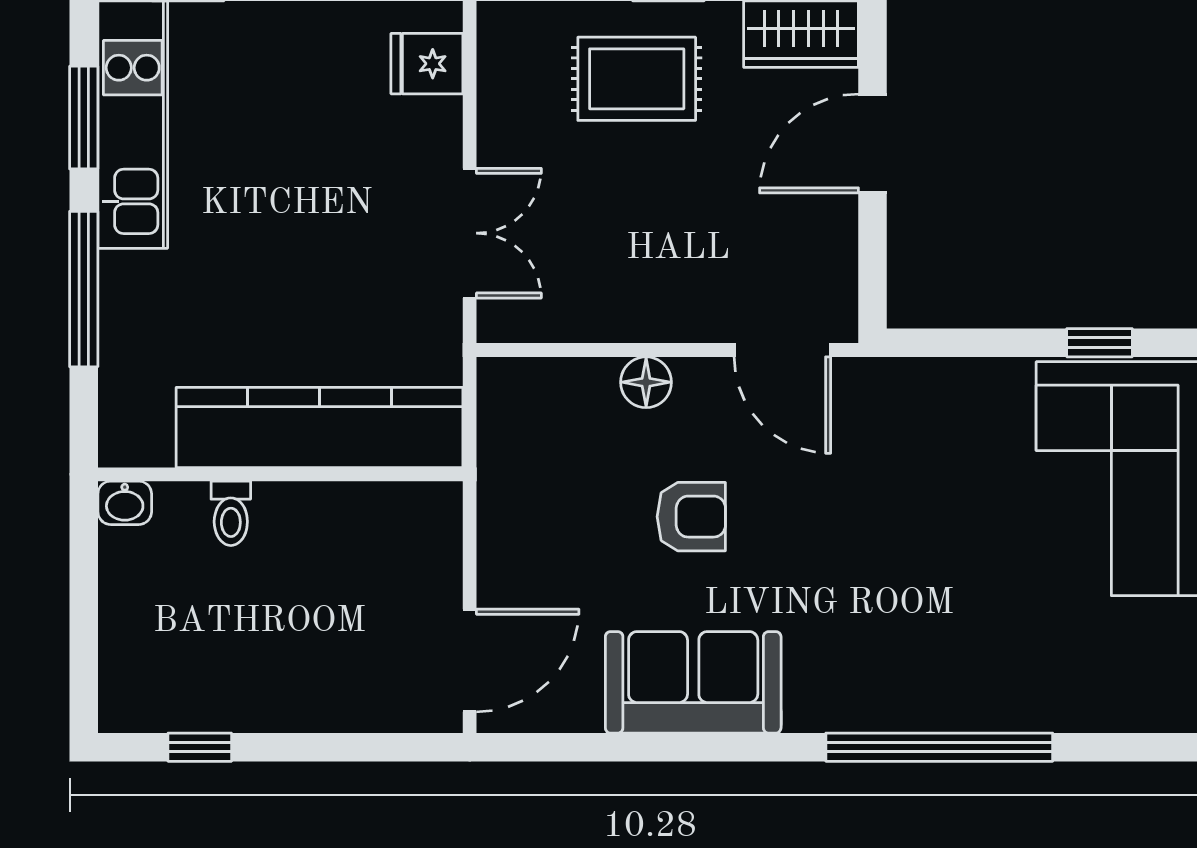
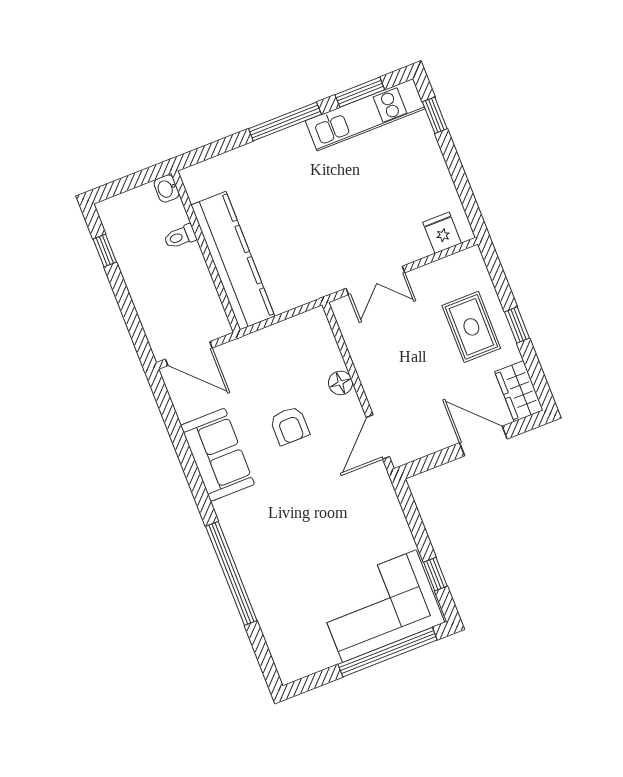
kitchen counter: (320, 427) -> (233, 261), moved
wall: (280, 474) -> (206, 252), moved
washbasin: (125, 503) -> (167, 189), moved
toilet: (231, 513) -> (180, 237), moved

